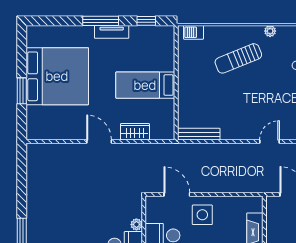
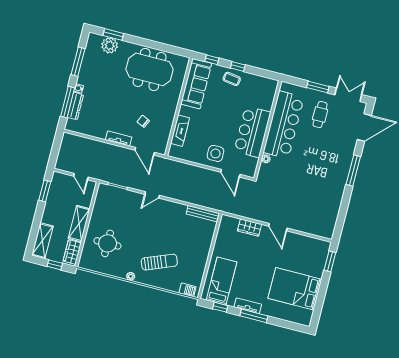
bed: (57, 76) -> (295, 289), width x0.73
bed: (145, 85) -> (221, 281), moved, turned -90
window: (22, 91) -> (330, 261), moved

